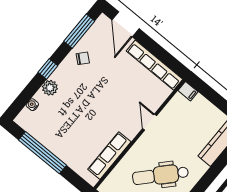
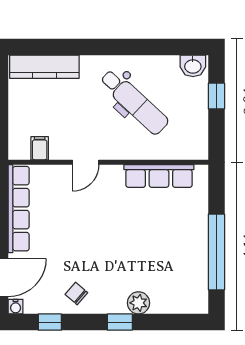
window: (79, 31) -> (50, 322), width x0.46
filing cabinet: (188, 91) -> (40, 148), moved
water cooler: (32, 105) -> (16, 307), moved

